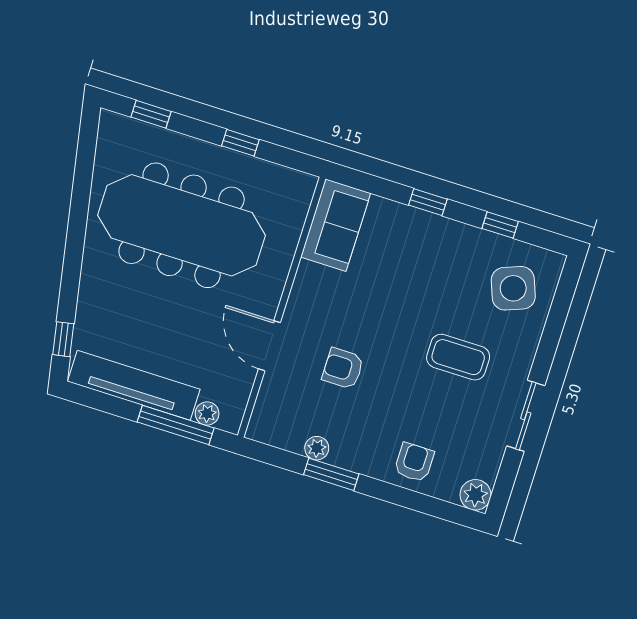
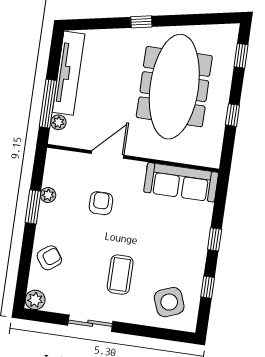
sofa: (336, 225) -> (181, 182), width x1.36
window: (63, 339) -> (141, 22), moved
armchair: (414, 462) -> (49, 258), turned -36

